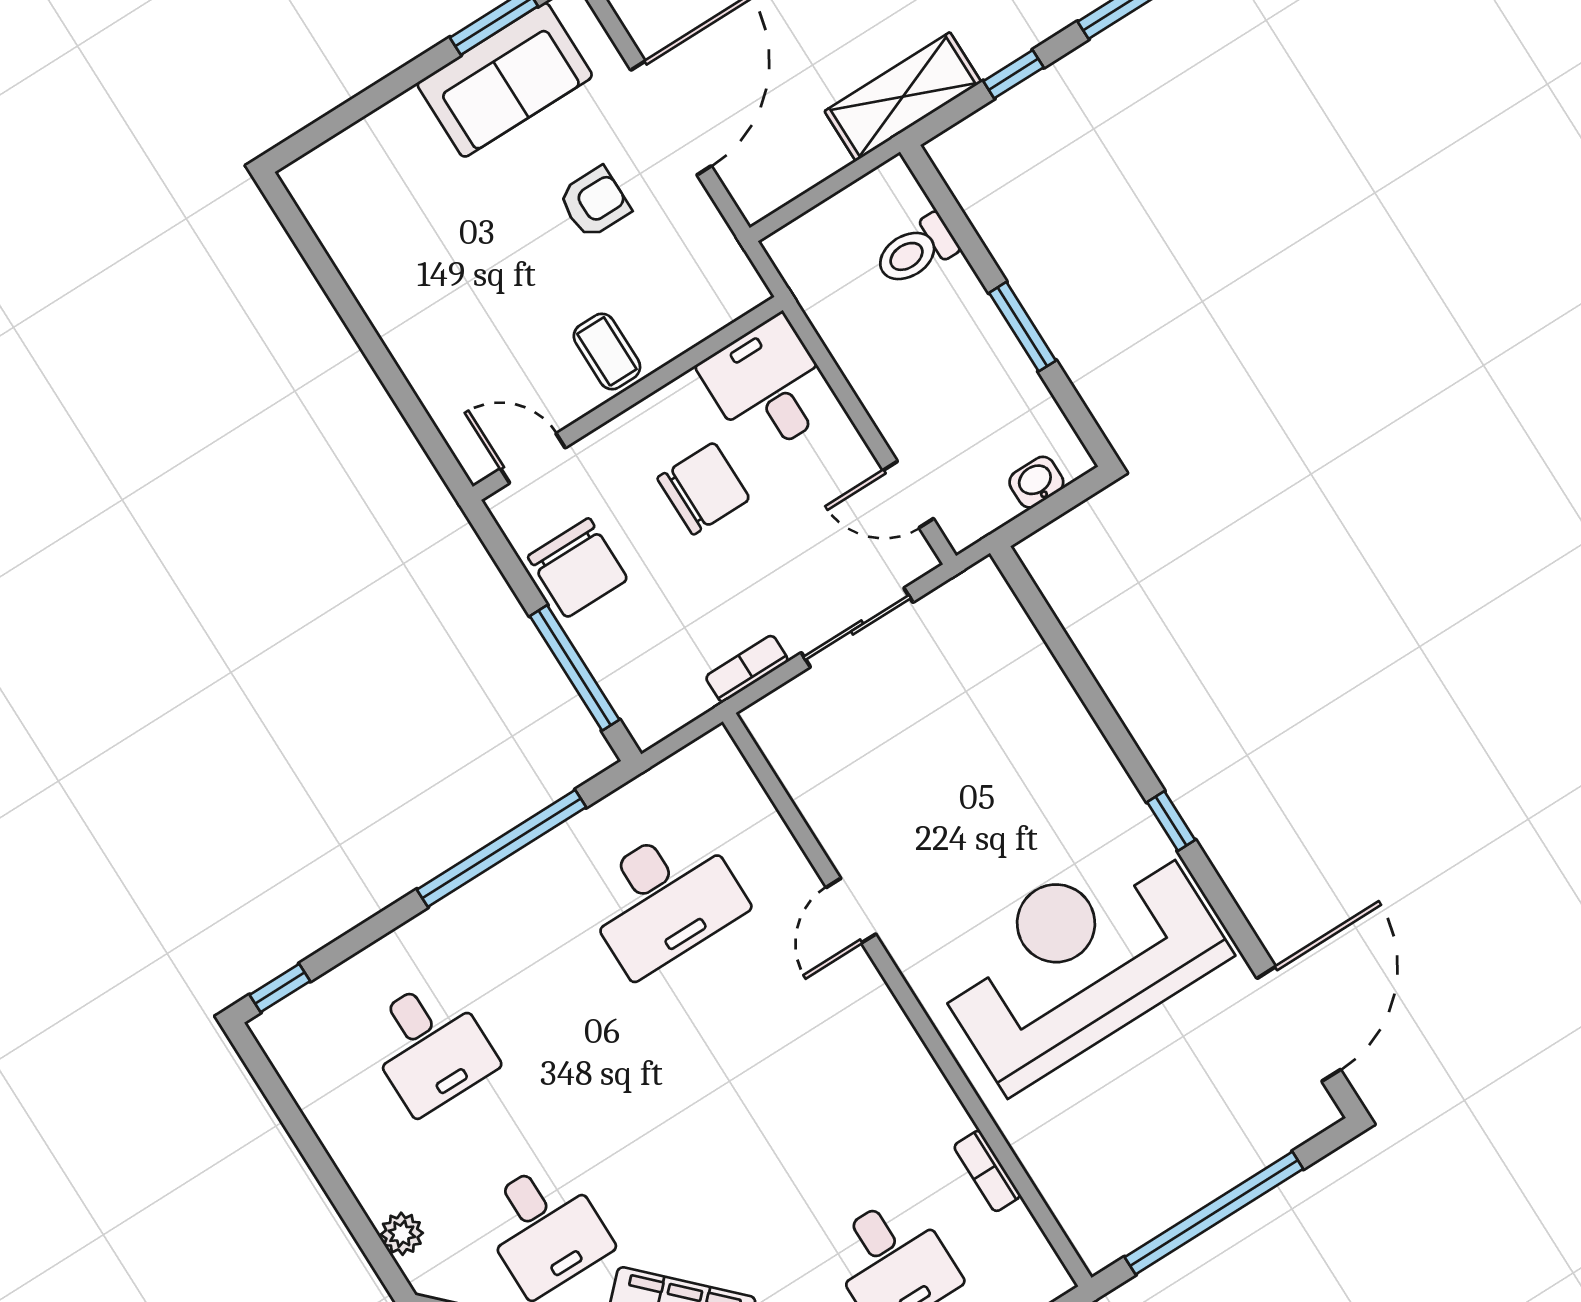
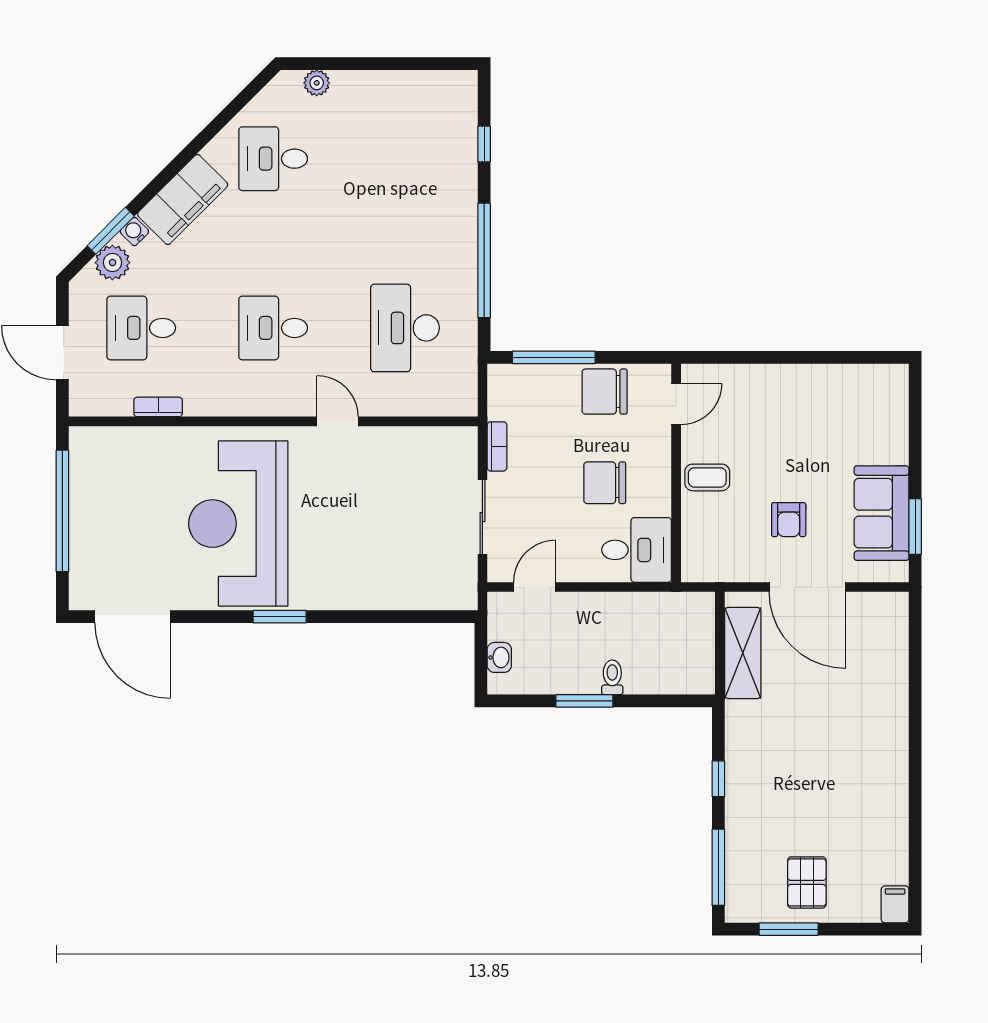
shelving: (903, 97) -> (743, 653), moved
toilet: (916, 251) -> (612, 677), moved, width x0.73, depth x0.72
chair: (703, 488) -> (605, 483), turned 90
window: (1171, 821) -> (280, 617), width x1.50
reception desk: (1078, 959) -> (238, 524), turned 180
window: (280, 988) -> (484, 144), moved
desk: (430, 1046) -> (273, 328), moved

